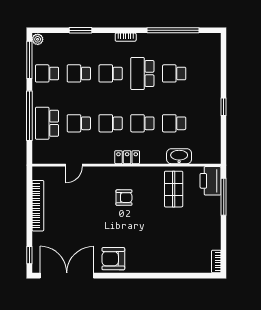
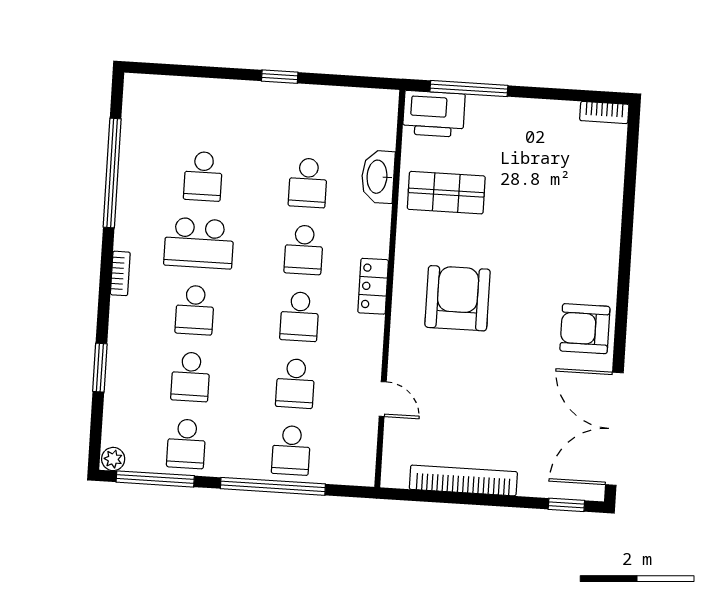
school desk: (47, 123) -> (291, 450), width x0.54
armchair: (124, 198) -> (458, 298), width x1.88, depth x1.88
armchair: (113, 259) -> (585, 329), turned 90

